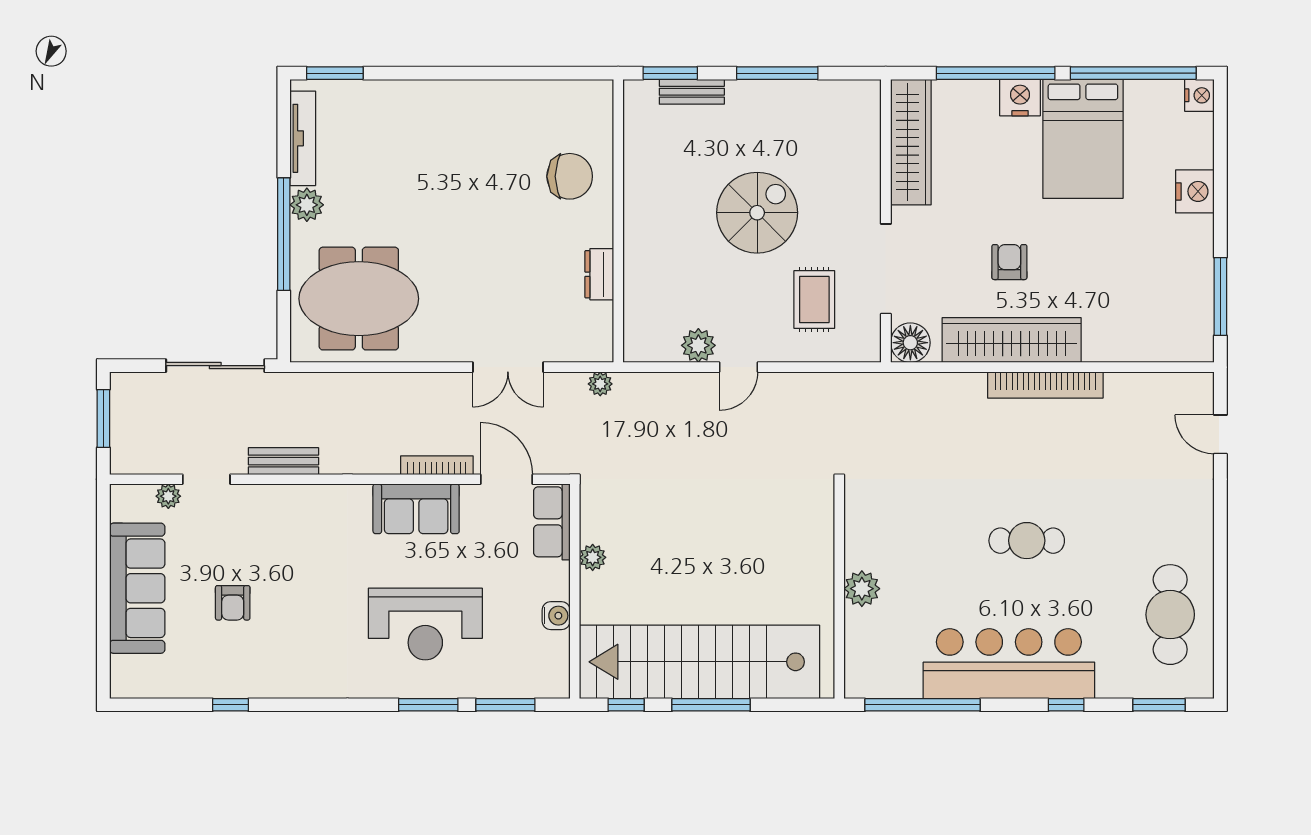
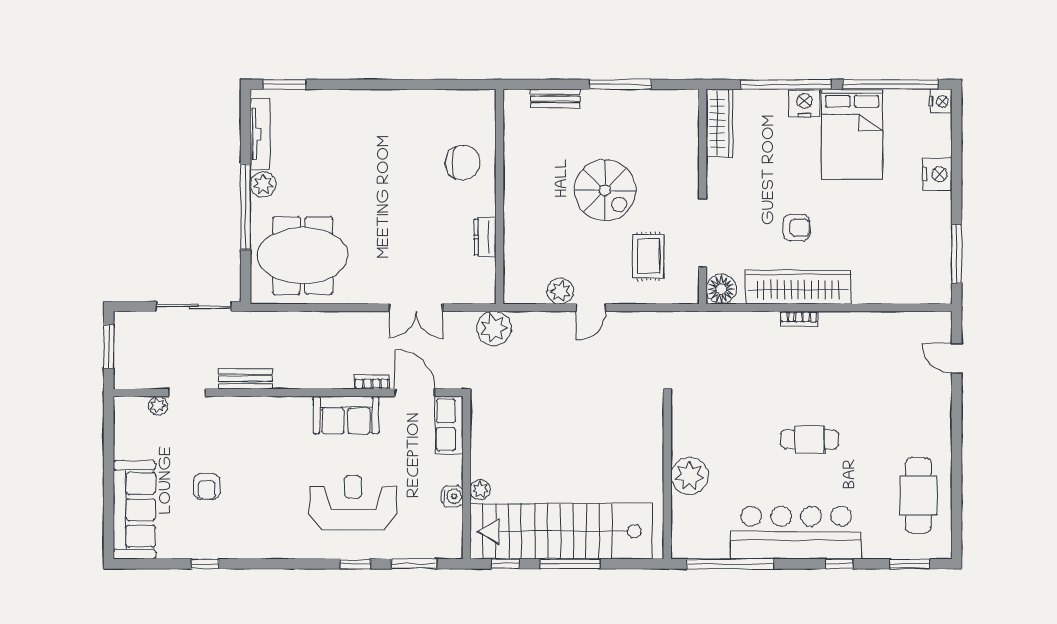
window: (670, 73) -> (539, 84), removed
wardrobe: (911, 142) -> (719, 123), width x0.71, depth x0.85
spiral stairs: (757, 213) -> (605, 190), turned 90
armchair: (1009, 262) -> (796, 228), turned 90
plant: (600, 384) -> (494, 328), width x1.88, depth x1.88
bookcase: (1045, 385) -> (799, 319), width x0.43, depth x0.76
bookcase: (437, 465) -> (372, 382), width x0.64
plant: (593, 557) -> (480, 490), moved
sofa: (137, 588) -> (134, 510), moved
plant: (862, 589) -> (689, 476), width x1.36, depth x1.36
reception desk: (425, 624) -> (353, 503), turned 180
window: (428, 705) -> (355, 564), width x0.67

